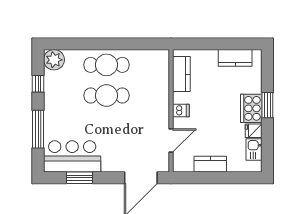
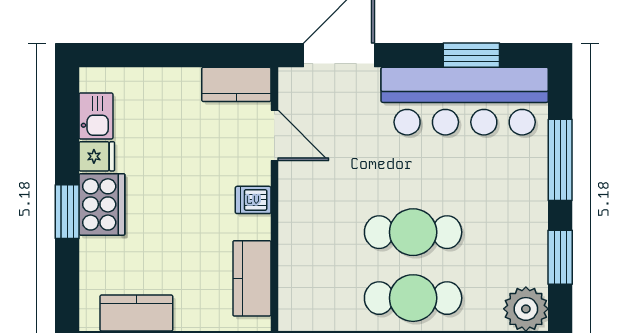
window: (38, 84) -> (560, 257), width x1.50
door: (171, 140) -> (274, 135), swing flipped
bar counter: (72, 156) -> (465, 101), width x1.36
kitchen counter: (210, 164) -> (236, 84), moved

